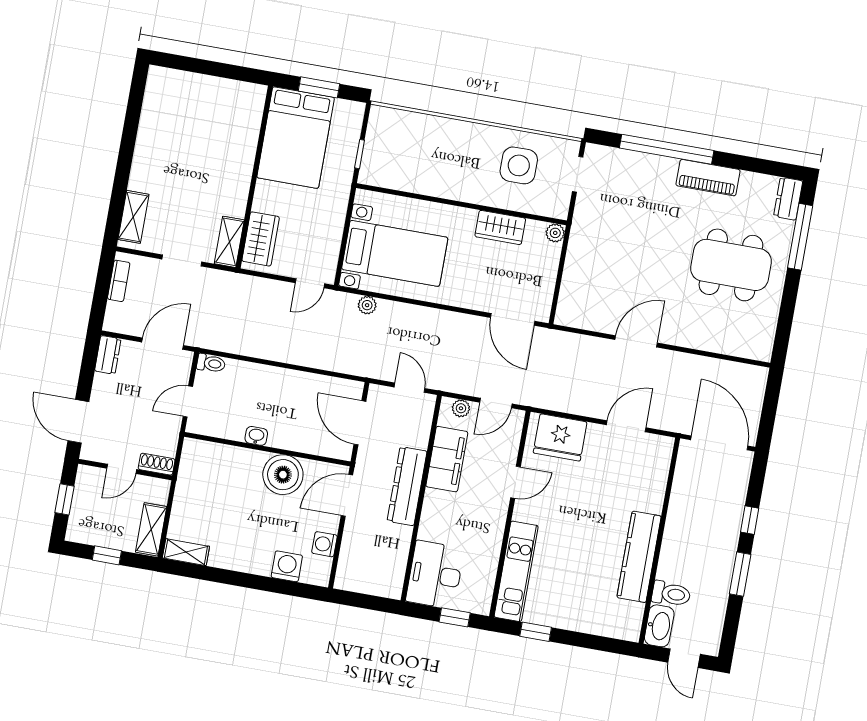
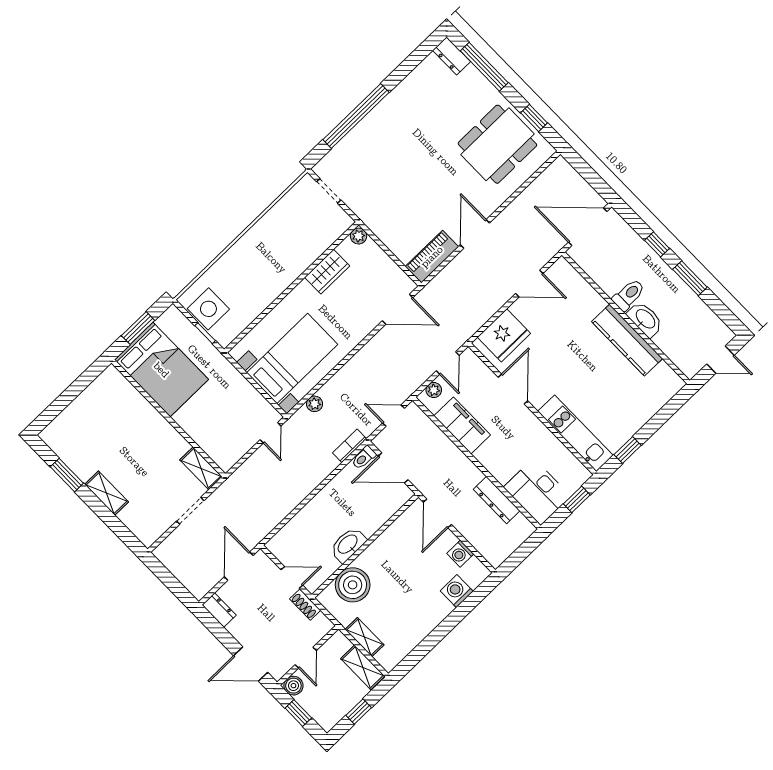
window: (132, 120) -> (67, 475), added
side table: (519, 165) -> (208, 309), moved
piano: (708, 178) -> (432, 257), moved, turned 180
shelving: (133, 217) -> (107, 493), moved
wardrobe: (261, 239) -> (215, 445), removed
dining table: (731, 265) -> (497, 144), moved
bookcase: (119, 281) -> (350, 446), moved, turned -90
window: (786, 318) -> (534, 118), added
toilet: (211, 363) -> (364, 458), moved, turned 180
door: (188, 401) -> (292, 578), swing flipped
door: (626, 426) -> (529, 284), swing flipped
washbasin: (256, 436) -> (348, 545), width x1.91, depth x1.45
shoe rack: (157, 464) -> (305, 605), moved, turned -90
boiler: (283, 475) -> (353, 585), moved
boiler: (87, 476) -> (293, 686), added
door: (516, 482) -> (513, 389), width x1.38
dresser: (407, 486) -> (497, 500), moved, width x0.73, depth x0.80
shelving: (186, 552) -> (365, 637), moved, turned 90
toilet: (671, 594) -> (629, 295), moved
washbasin: (659, 626) -> (645, 319), moved

